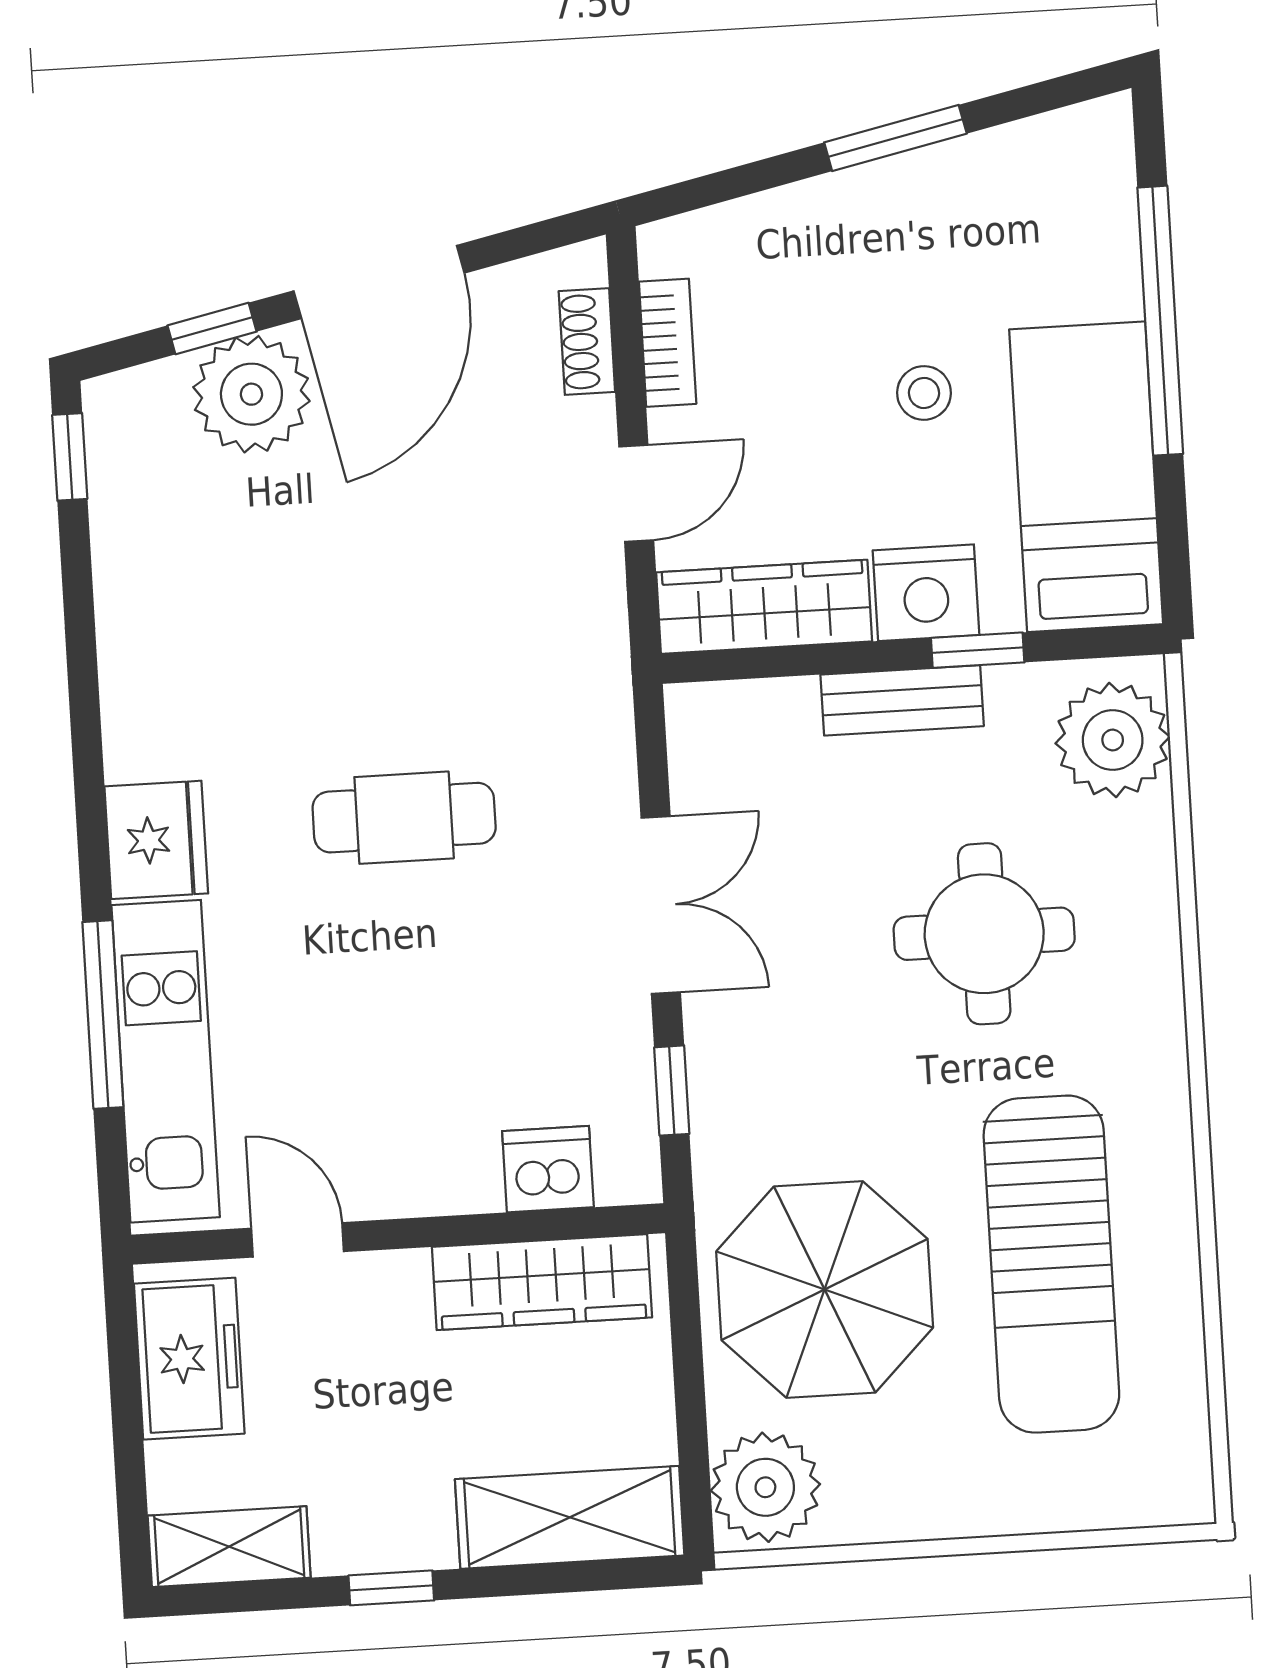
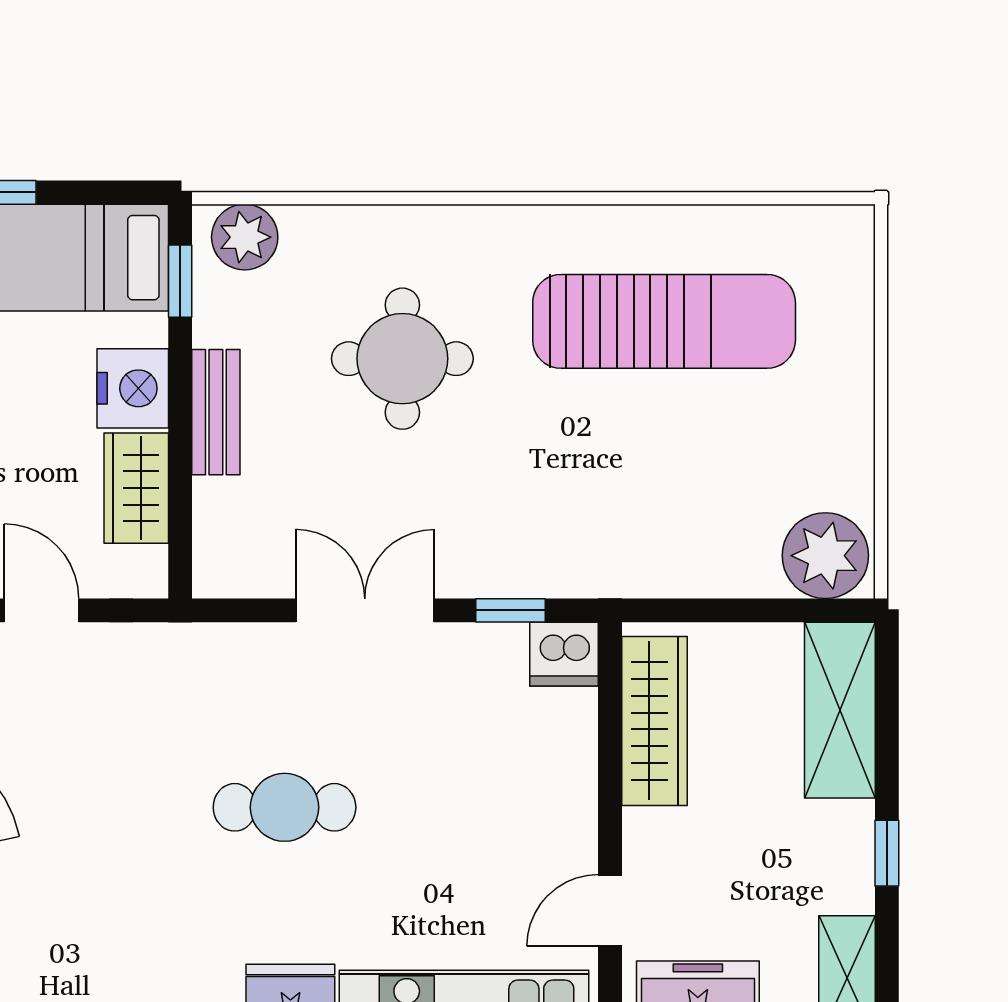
wardrobe: (764, 607) -> (136, 488), width x0.67
window: (978, 650) -> (180, 281), moved
plant: (1113, 740) -> (245, 237), width x0.73, depth x0.73
cafe table: (404, 818) -> (285, 807), turned 90
dishwasher: (548, 1169) -> (564, 654), moved, turned -90
parasol: (825, 1290) -> (673, 500), removed

